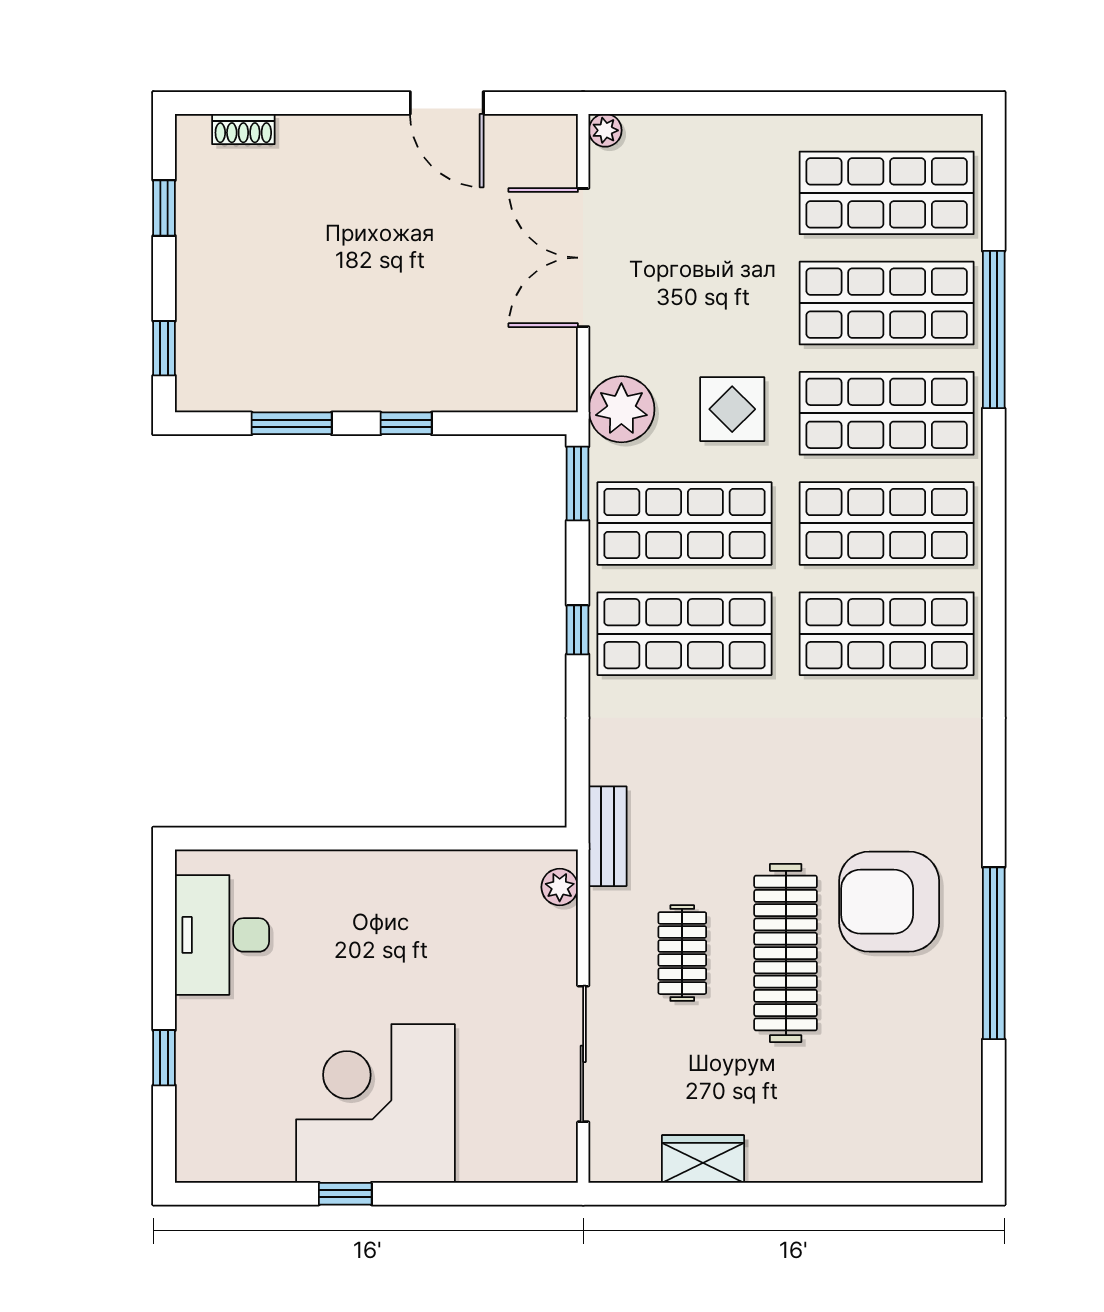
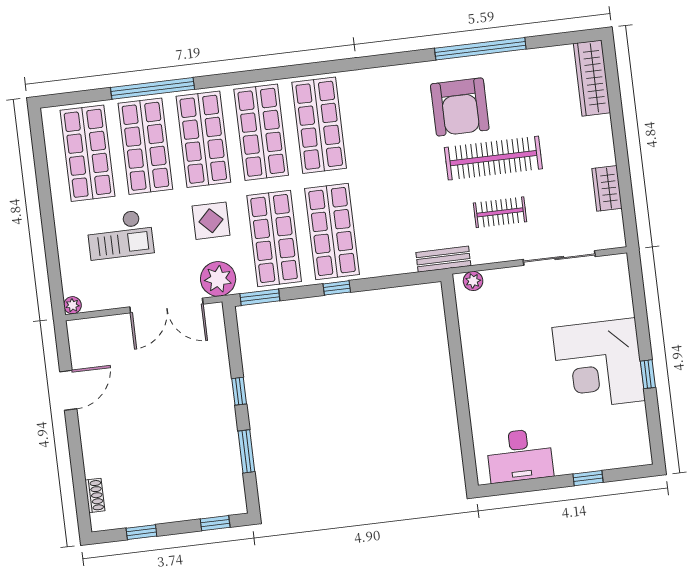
checkout: (727, 236) -> (120, 235), added
double door: (583, 258) -> (166, 306), moved
wardrobe: (913, 1156) -> (592, 78), added

